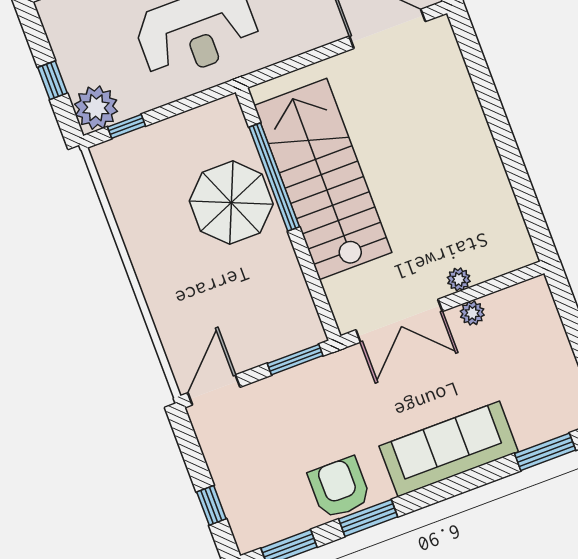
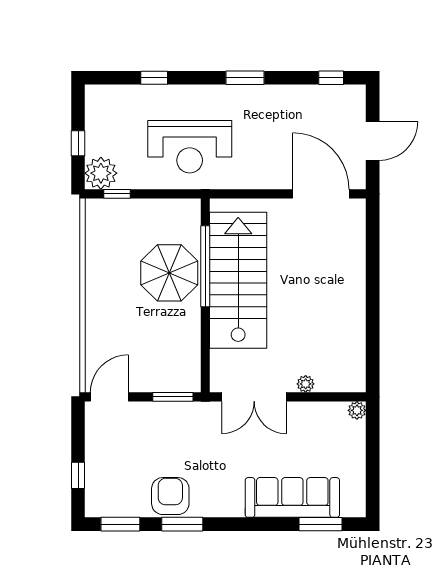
plant: (472, 313) -> (357, 410), moved
sofa: (449, 449) -> (292, 497), moved

